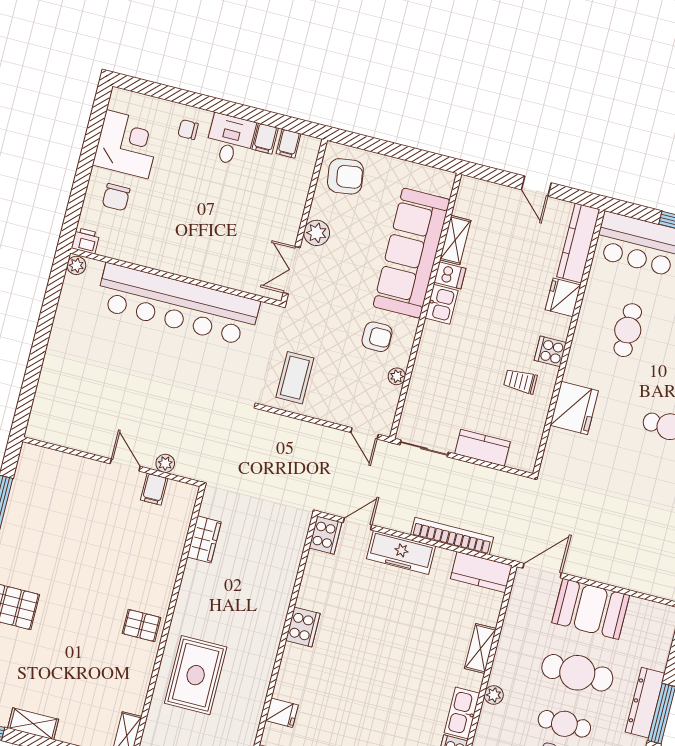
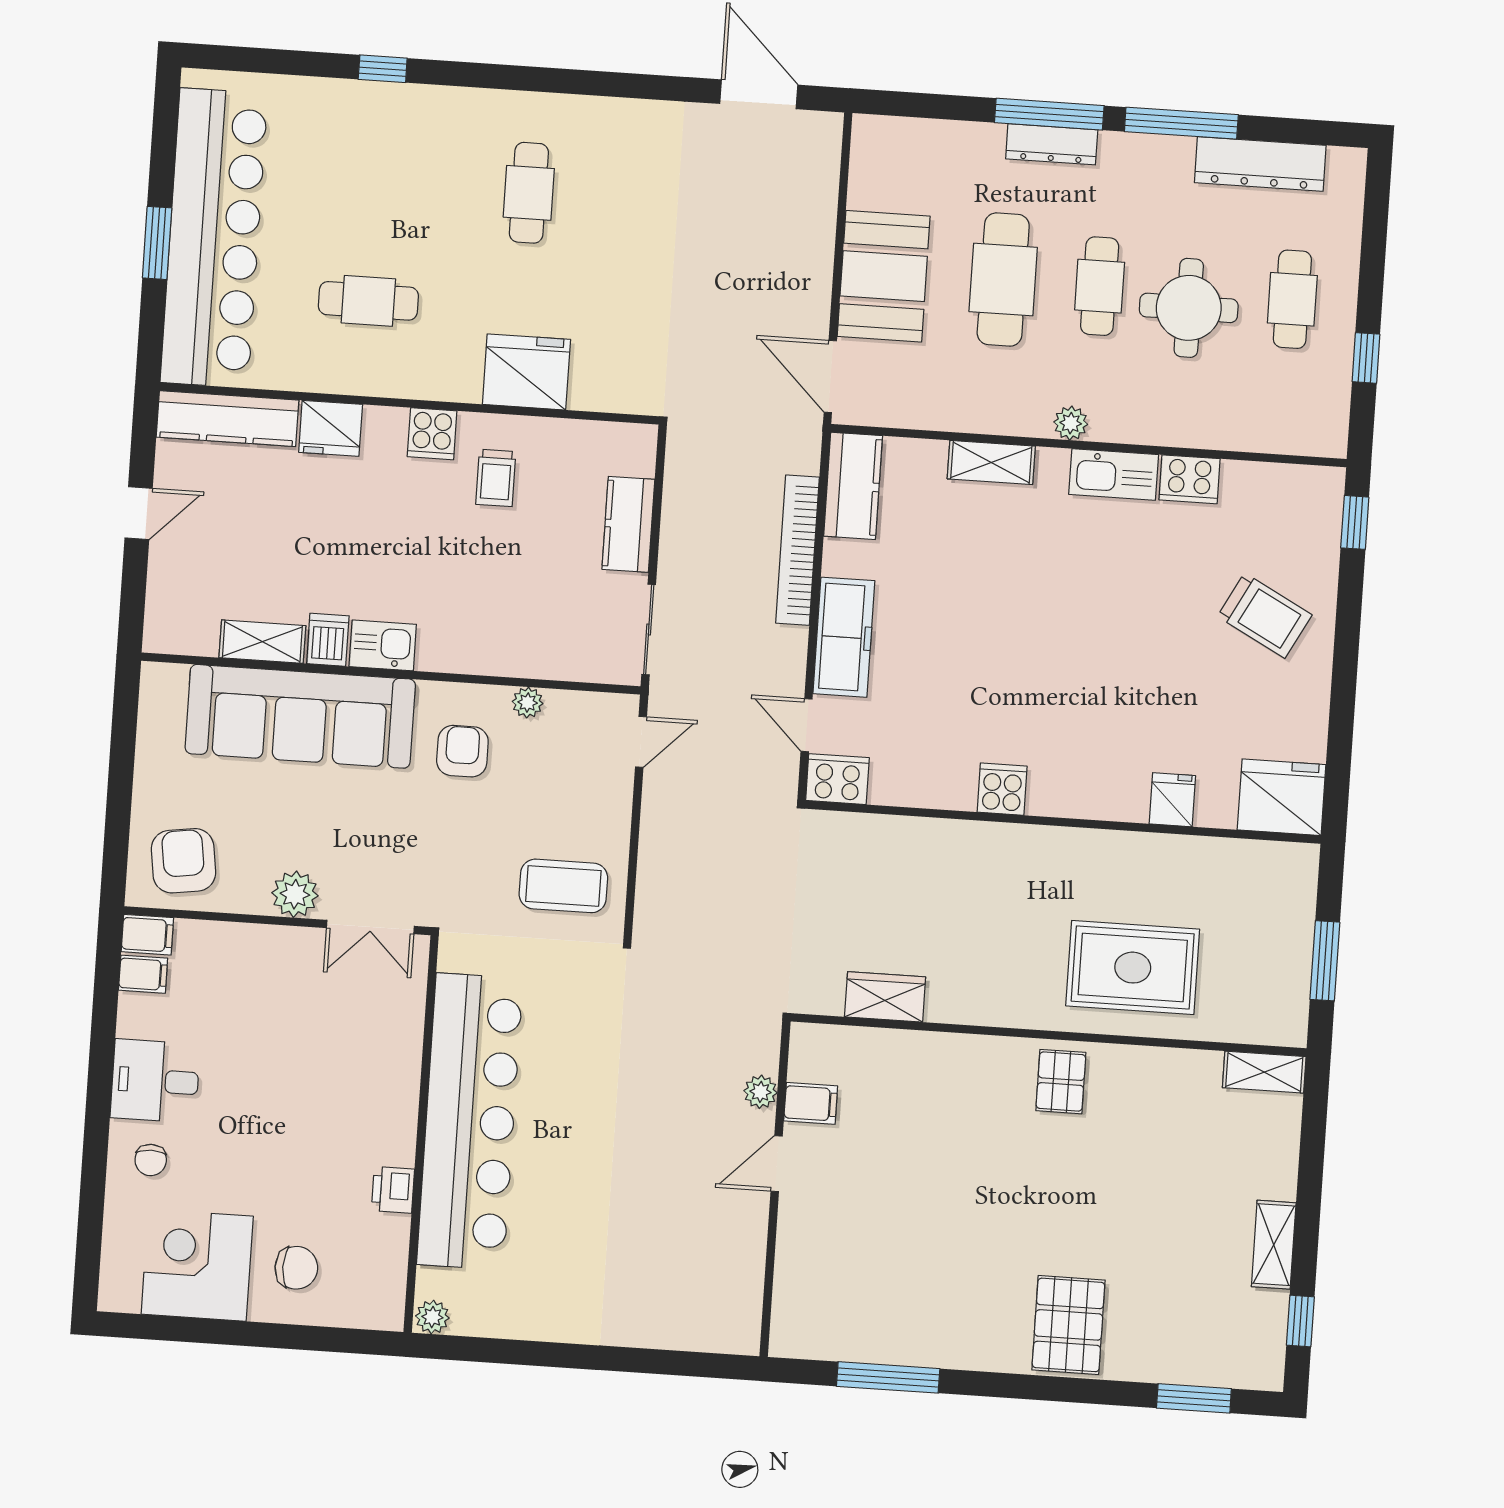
filing cabinet: (265, 139) -> (147, 935), moved
printer: (86, 241) -> (393, 1190), moved
cooker: (303, 627) -> (1002, 789), width x0.73
dresser: (645, 703) -> (1052, 144), width x0.73, depth x0.80

